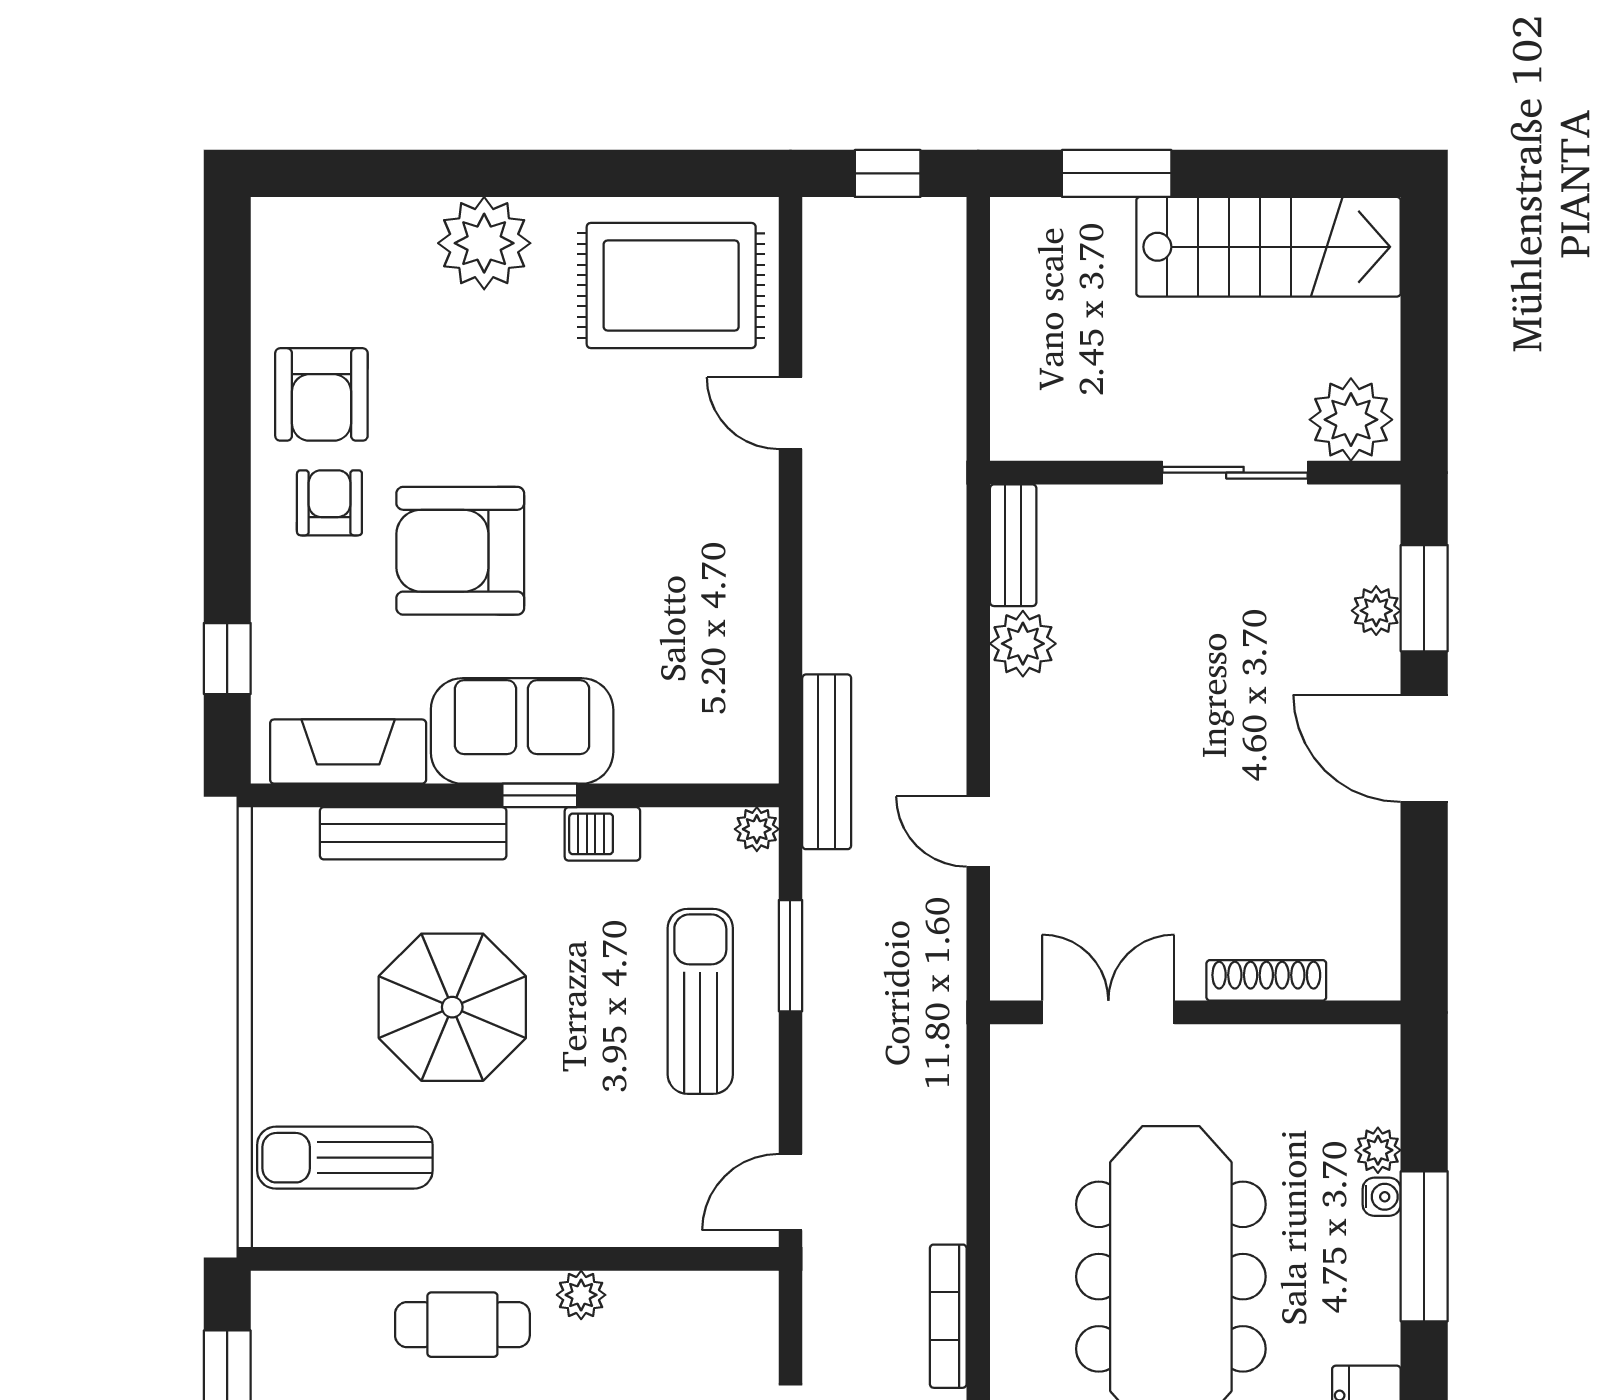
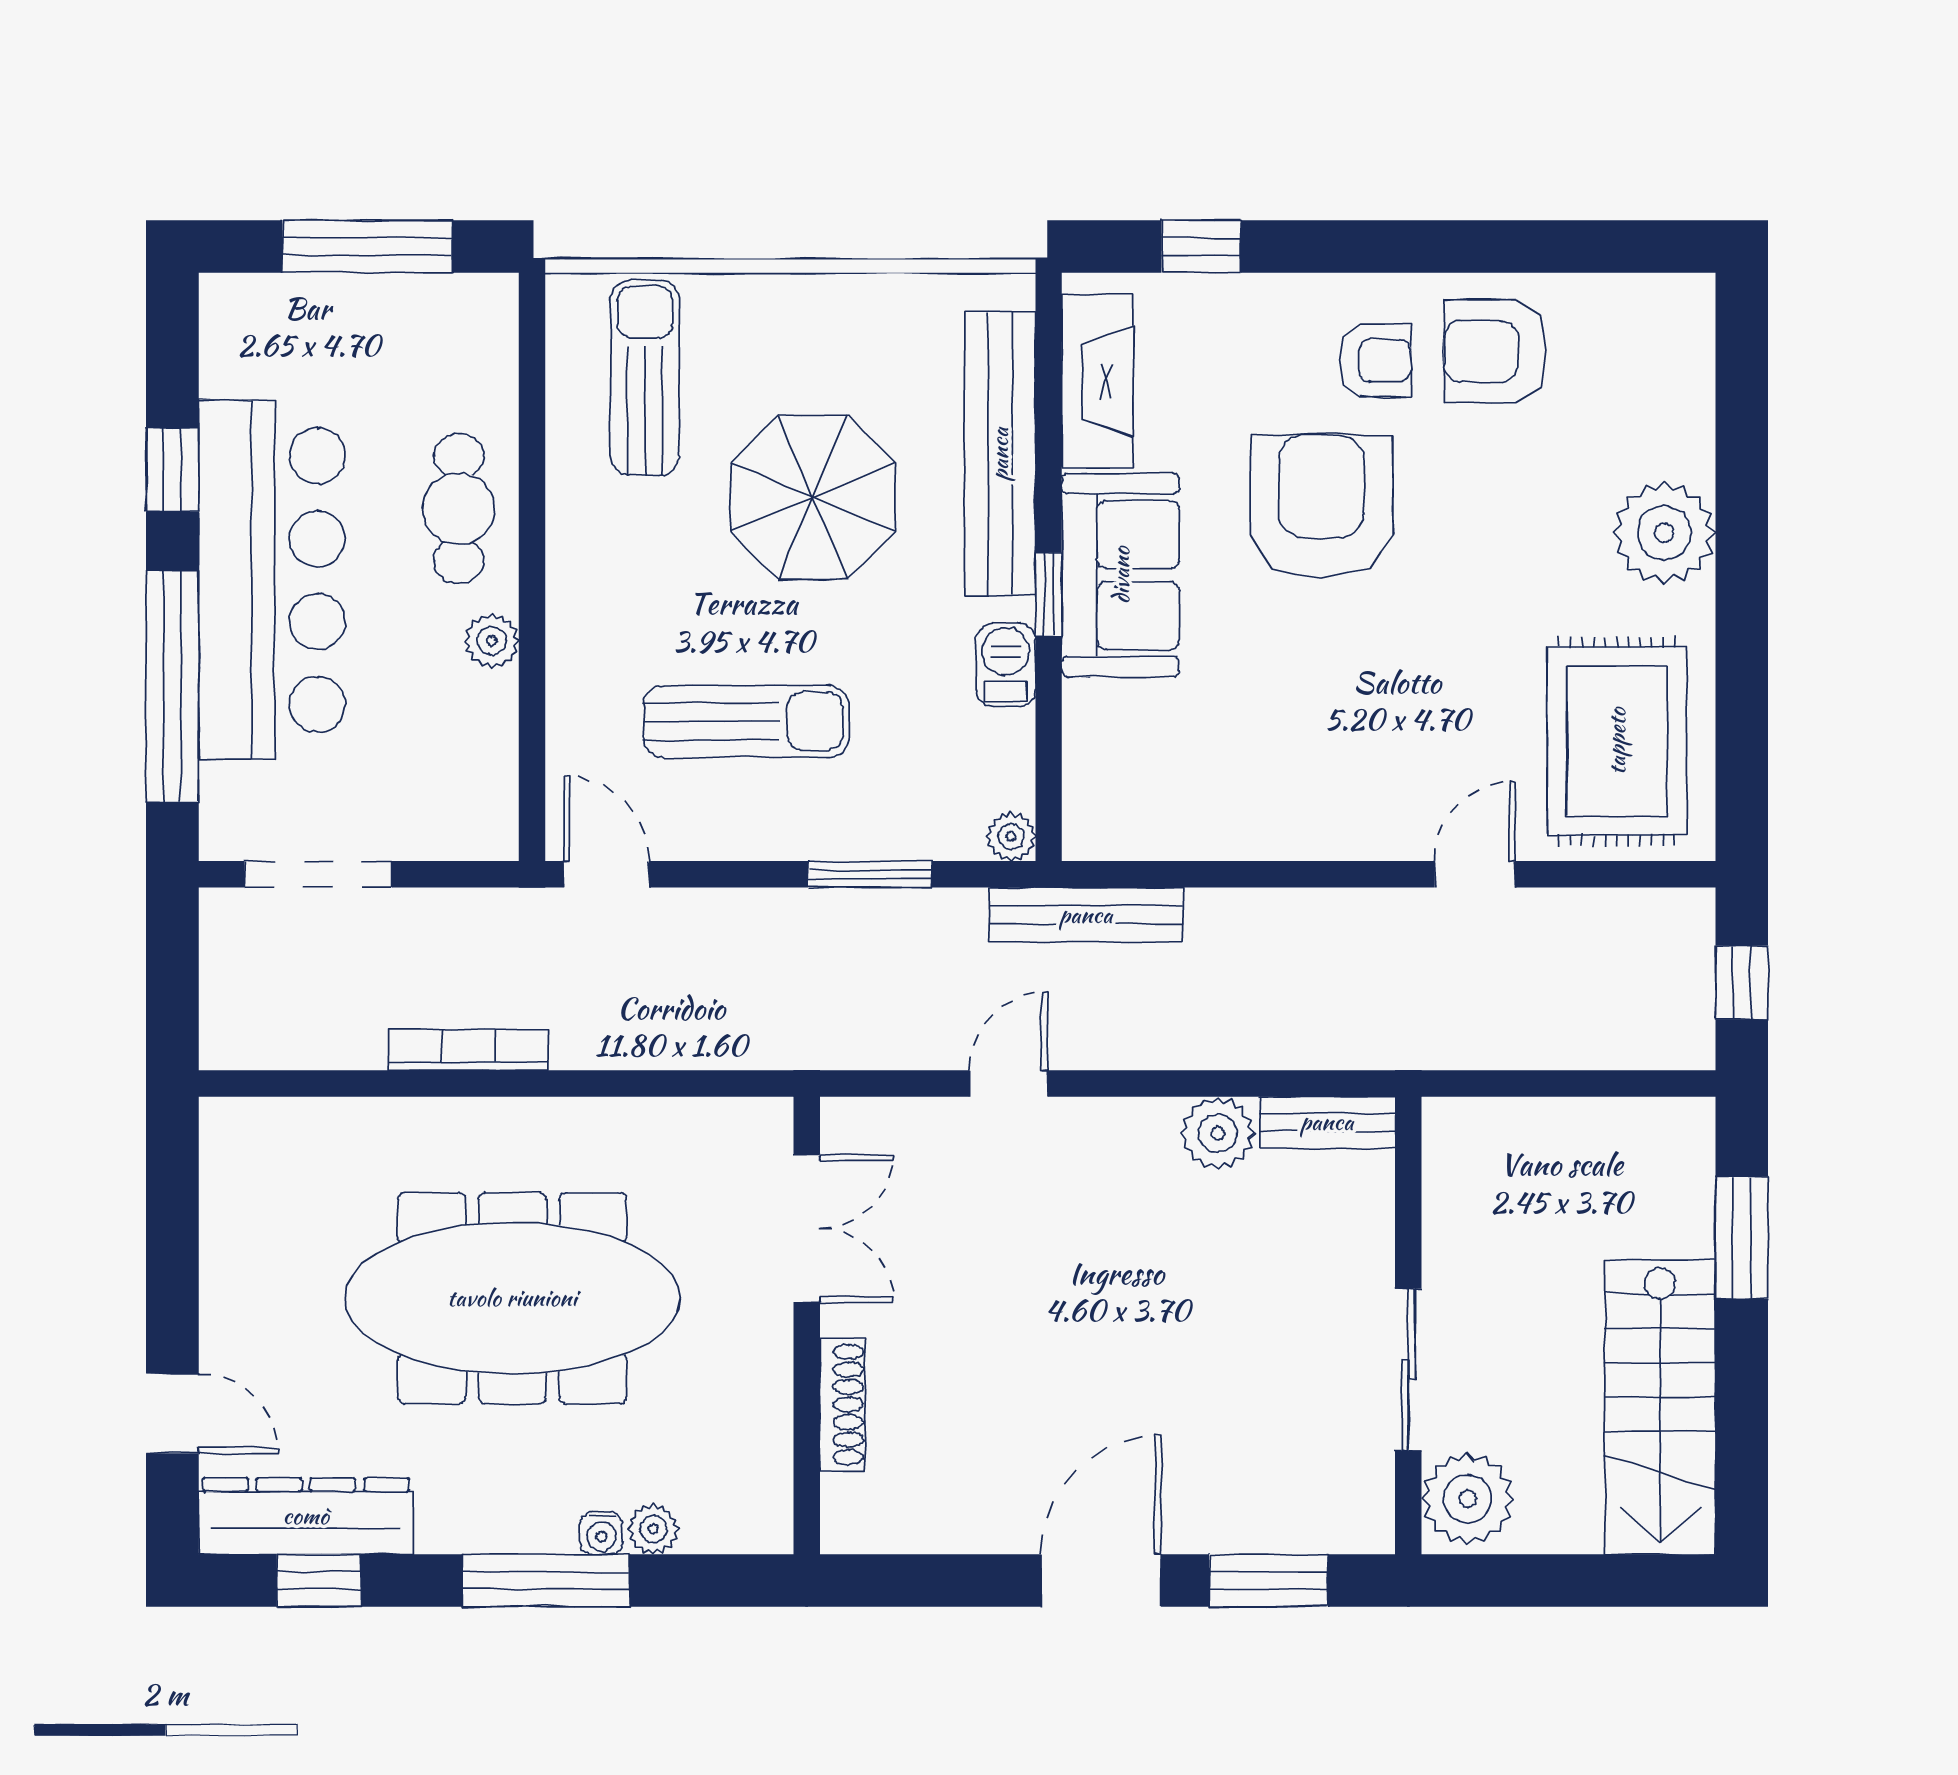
plant: (1376, 611) -> (1255, 1527), removed
bench: (413, 833) -> (1000, 454), width x1.37, depth x1.21
sun lounger: (700, 1001) -> (746, 721), moved

